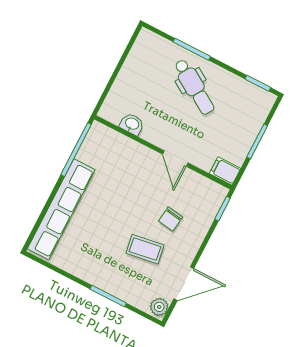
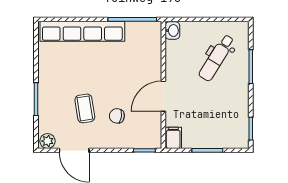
dental chair: (194, 87) -> (217, 58), moved
washbasin: (132, 124) -> (172, 31), moved
door: (175, 159) -> (163, 96), width x1.37

